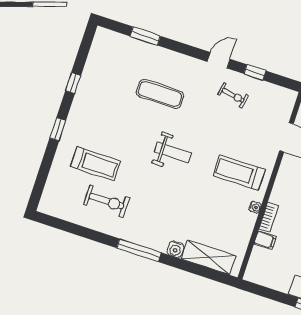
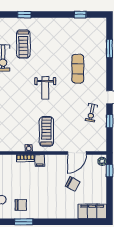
window: (73, 83) -> (80, 15), moved
window: (58, 129) -> (24, 15), moved
filing cabinet: (265, 240) -> (40, 161), moved

